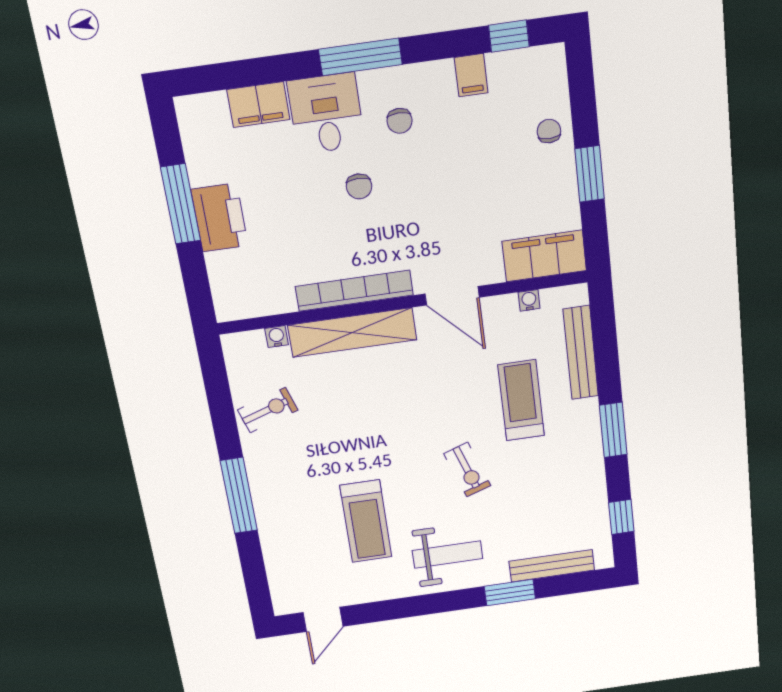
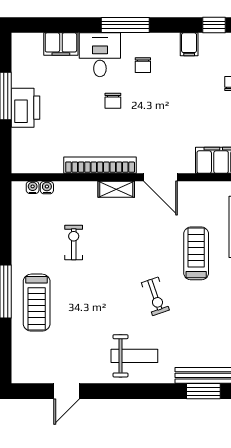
water cooler: (529, 300) -> (33, 187), moved
shelving: (352, 333) -> (116, 189), width x0.45, depth x0.75
exercise bike: (268, 410) -> (74, 242), moved, turned -72
treadmill: (366, 521) -> (37, 303), moved
window: (510, 593) -> (203, 391), moved
door: (323, 619) -> (67, 391), moved

